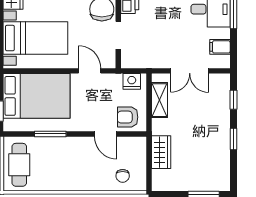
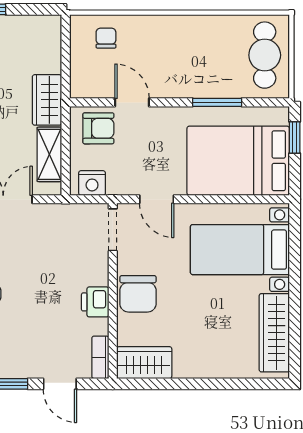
doorway: (118, 35) -> (113, 230), moved
wardrobe: (161, 152) -> (47, 100), moved

